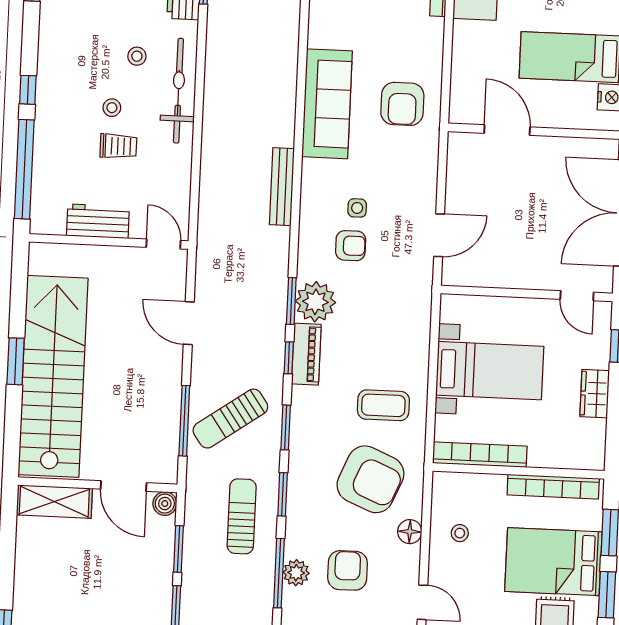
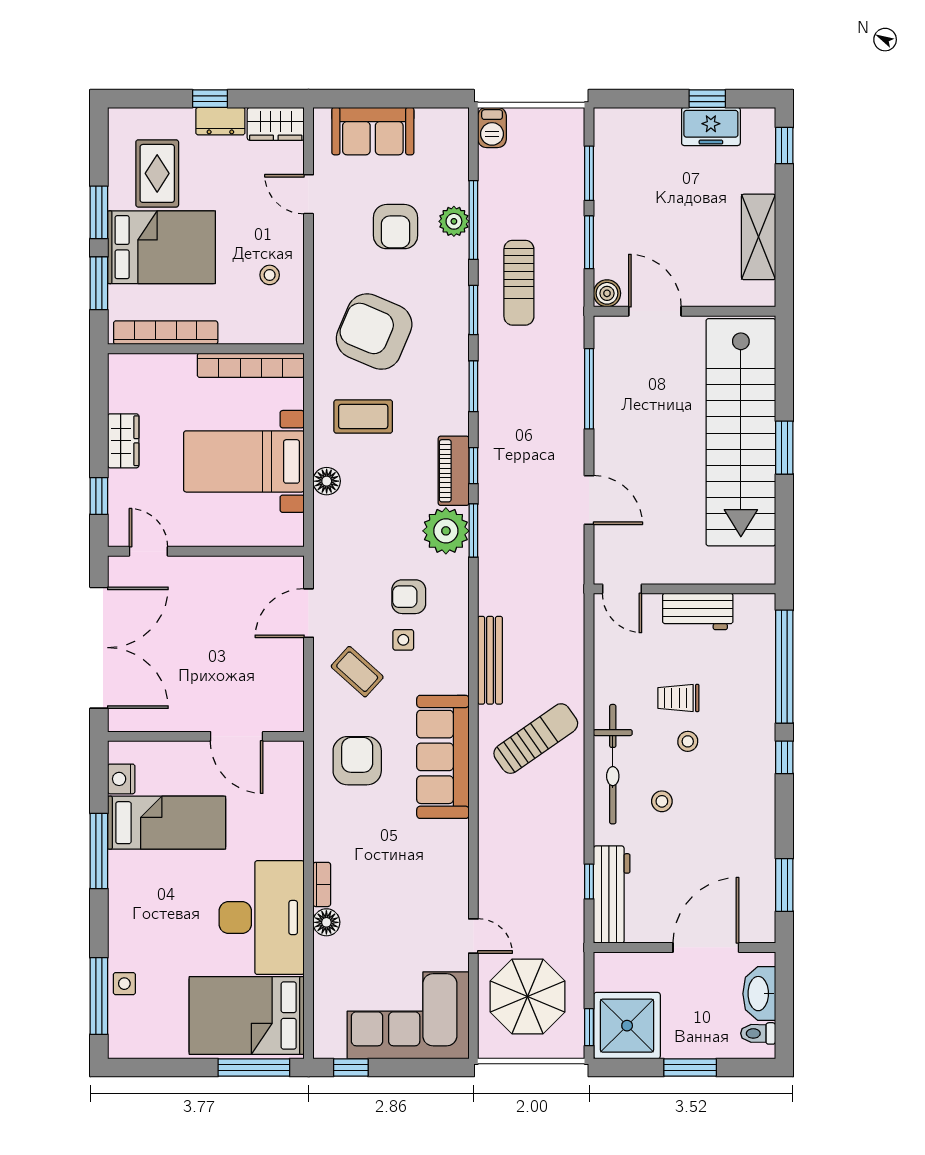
coffee table: (399, 182) -> (357, 672), added
sun lounger: (230, 419) -> (536, 739), moved
shelving: (54, 502) -> (759, 237), moved, turned 90
floor lamp: (410, 532) -> (327, 481), moved

